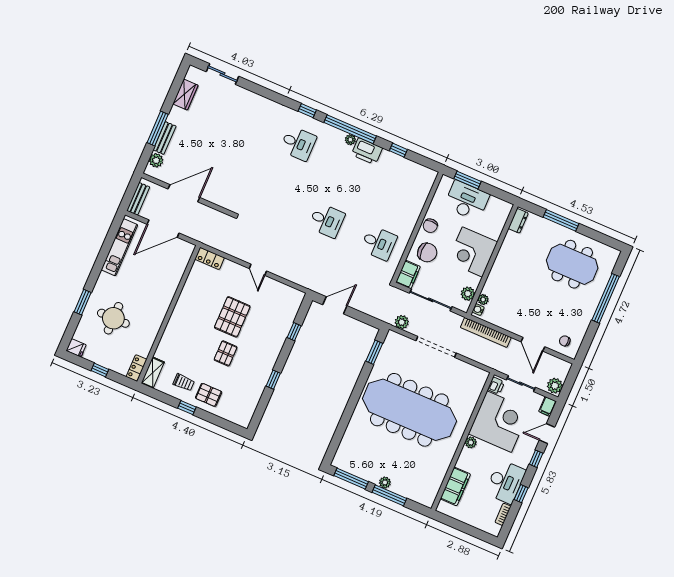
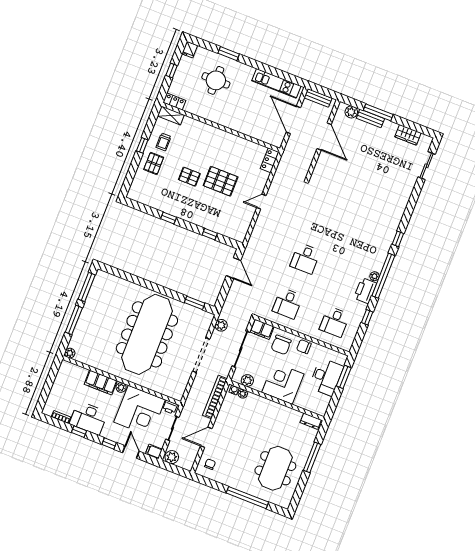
desk: (298, 143) -> (335, 322), moved
plant: (385, 483) -> (70, 353), moved
filing cabinet: (455, 486) -> (101, 382), moved

